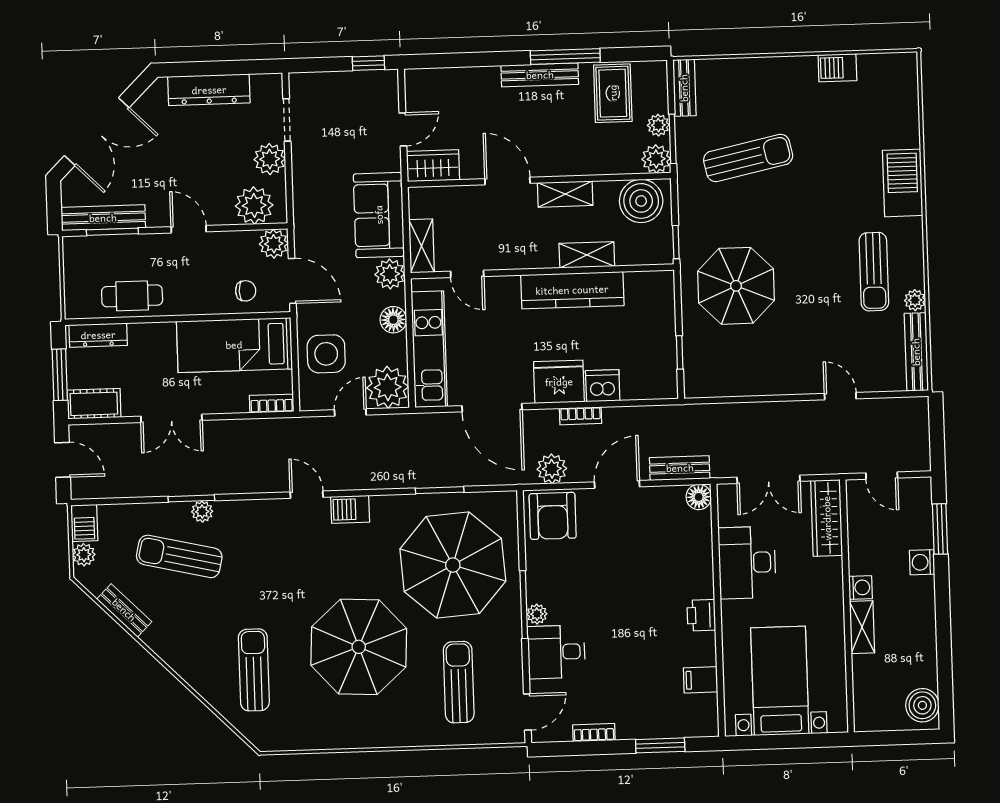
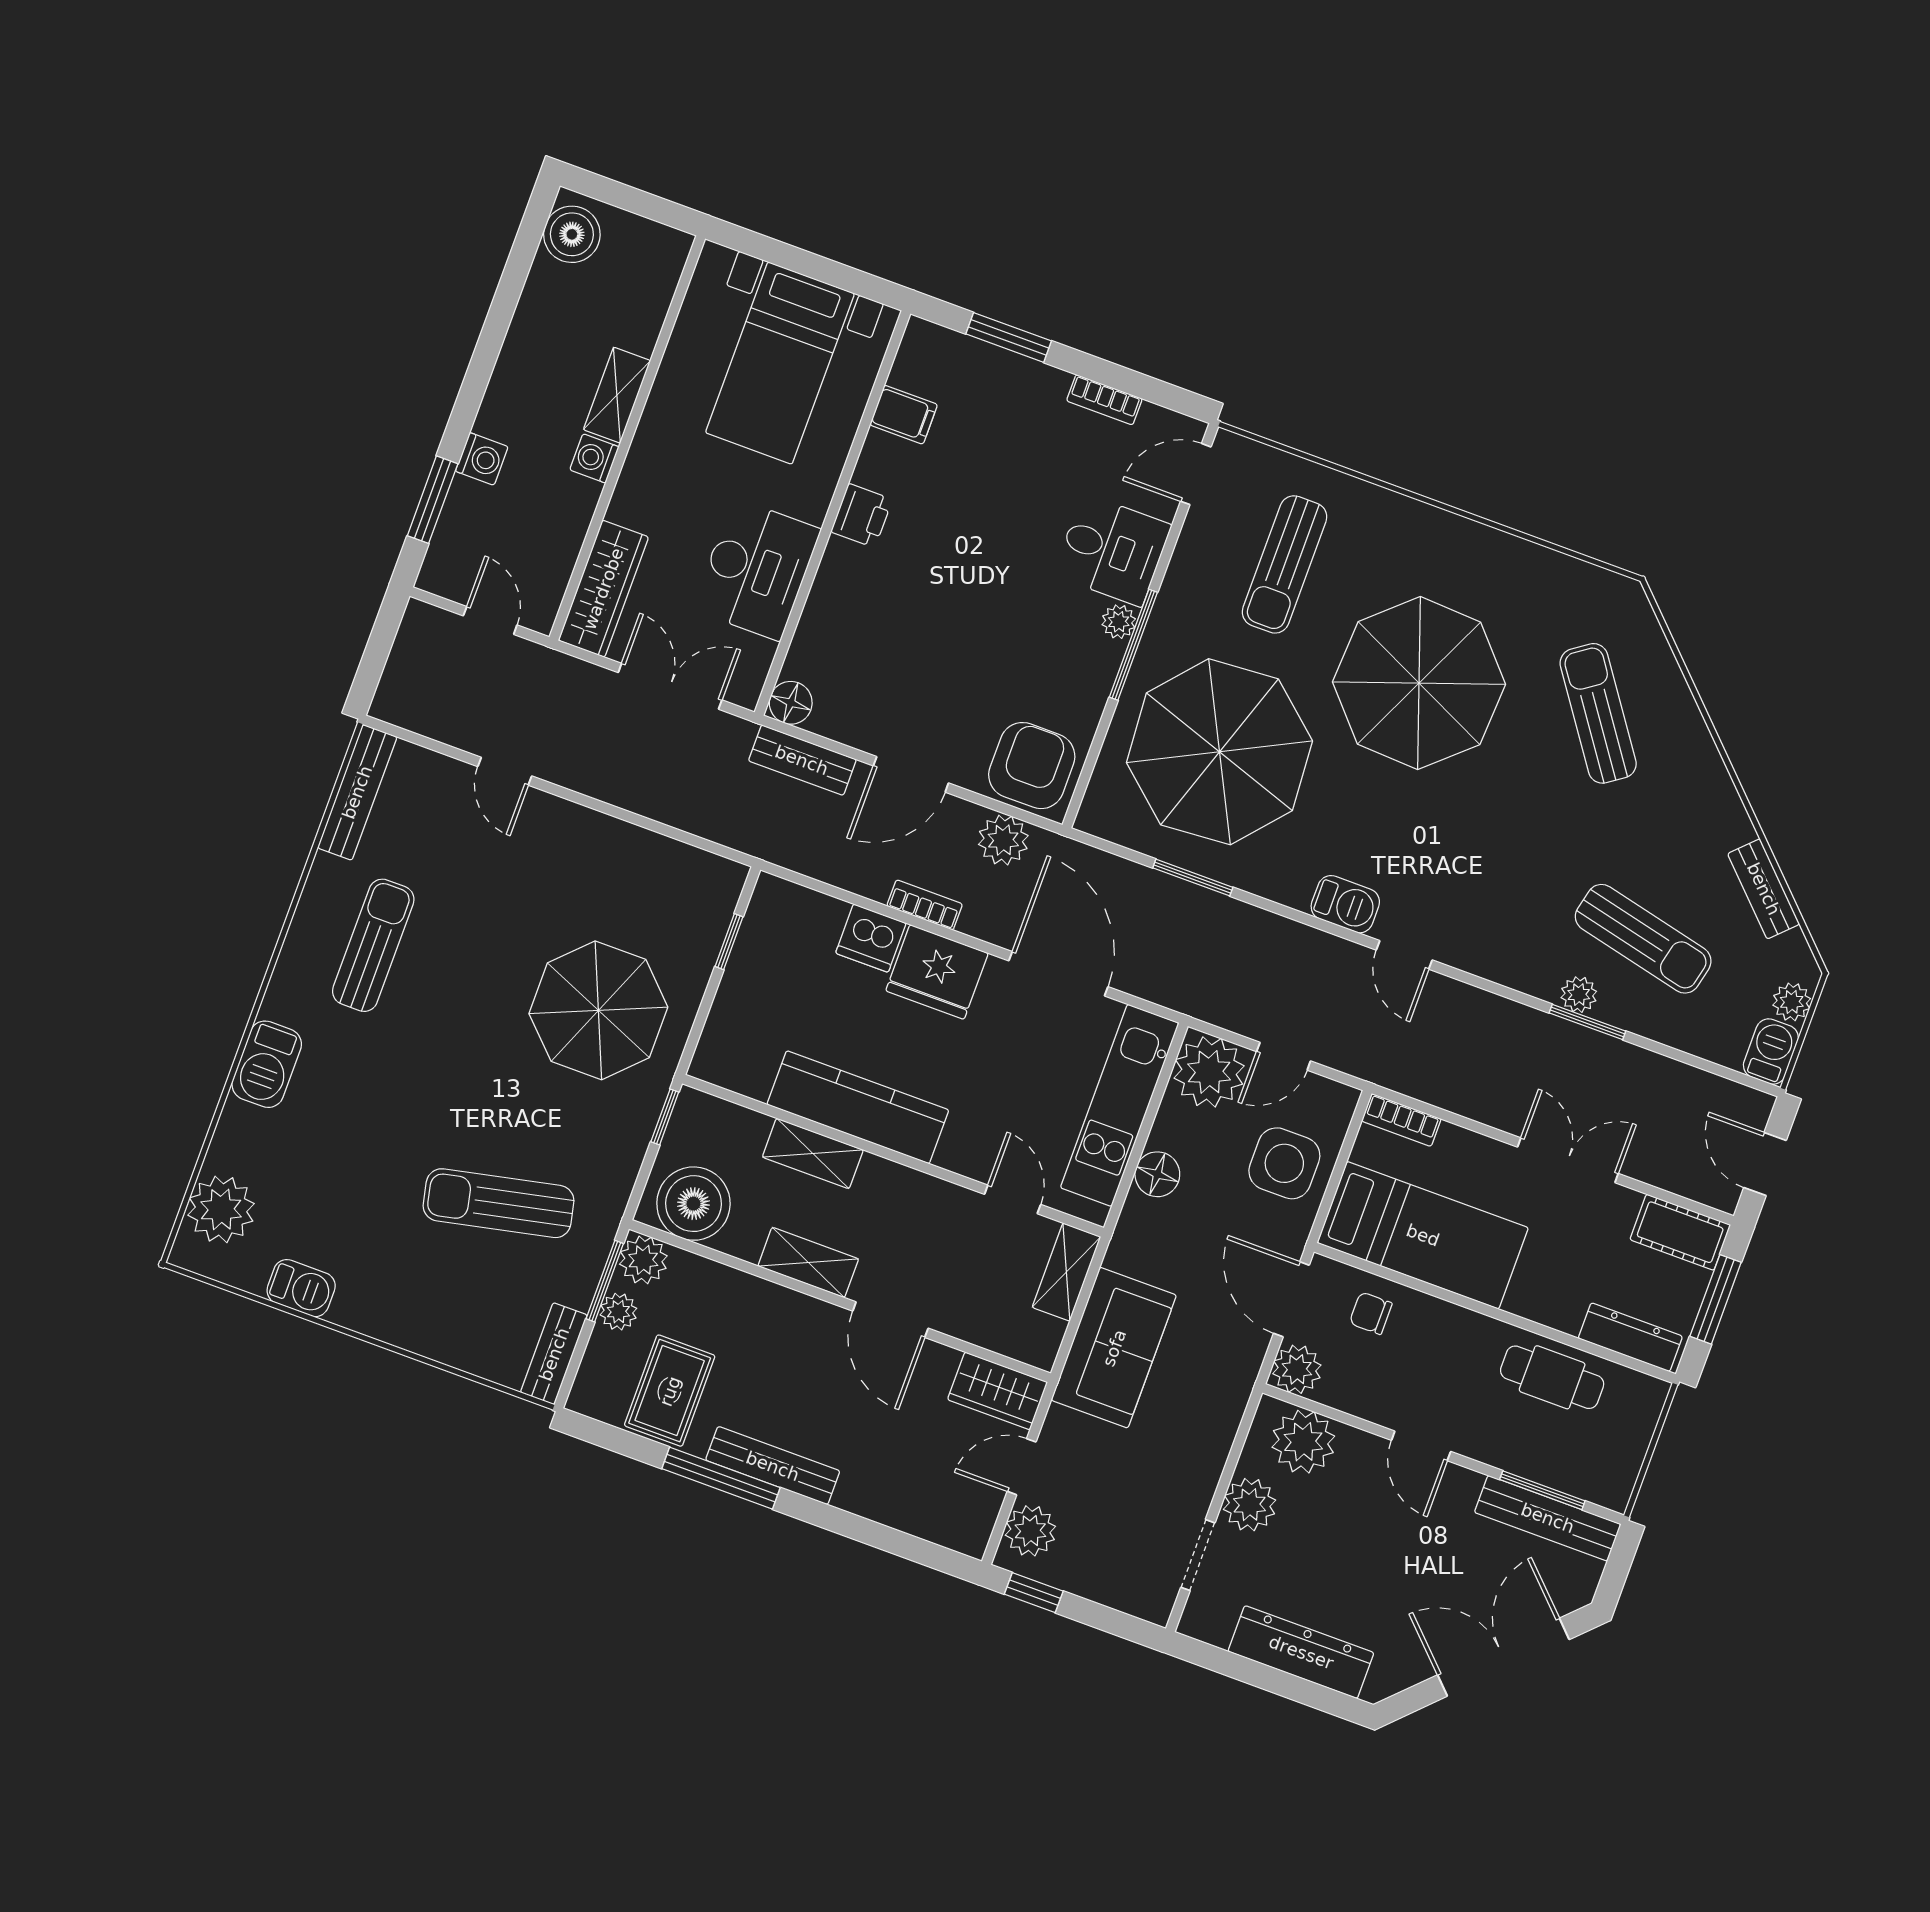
barbecue: (903, 183) -> (267, 1064), width x0.73, depth x0.83
plant: (390, 274) -> (1030, 1531), moved
plant: (915, 300) -> (221, 1209), moved, width x1.87, depth x1.87
sun lounger: (254, 670) -> (1598, 713), turned 145

